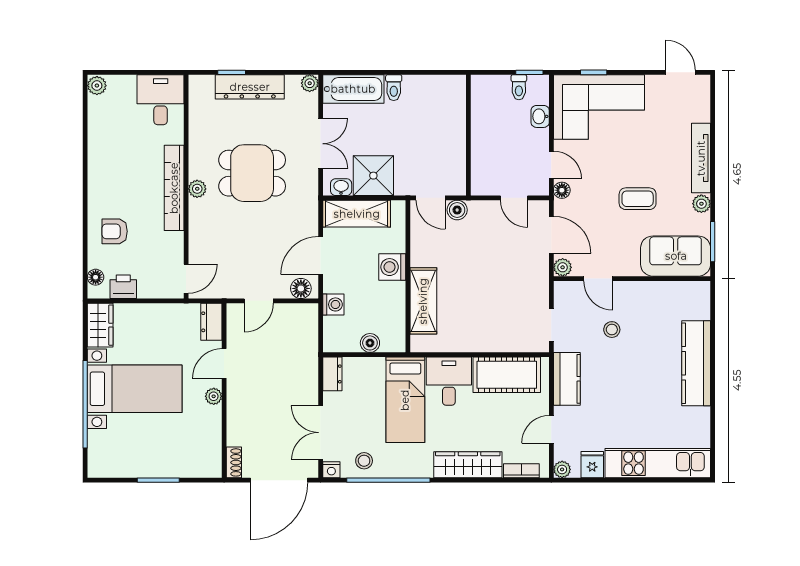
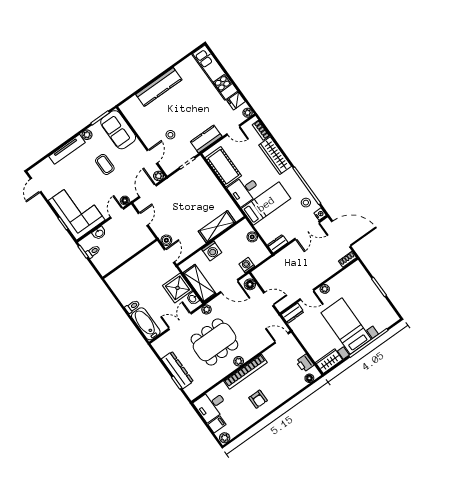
plant: (310, 83) -> (207, 310), moved
filing cabinet: (125, 88) -> (217, 424), added
dining table: (252, 173) -> (214, 342), width x1.38
armchair: (115, 231) -> (258, 399), moved

